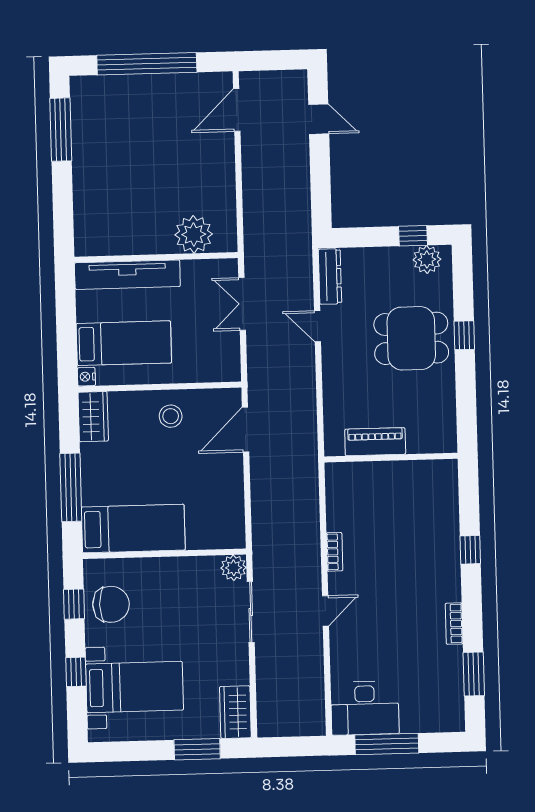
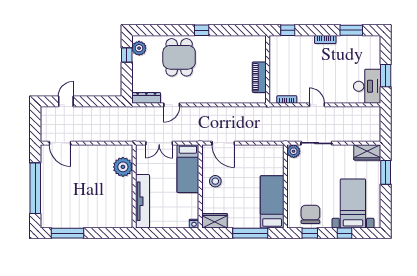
window: (464, 335) -> (202, 30), moved
bed: (124, 343) -> (188, 169), moved, turned 180
piano: (375, 442) -> (259, 77), moved
wall: (391, 458) -> (268, 69), moved
window: (387, 744) -> (386, 76), width x0.69

